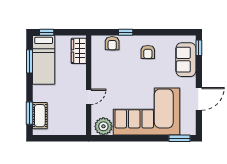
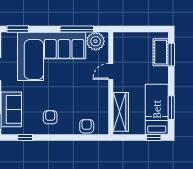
window: (126, 32) -> (25, 137), moved
wardrobe: (79, 51) -> (121, 112), width x1.50
window: (122, 138) -> (77, 29), added

